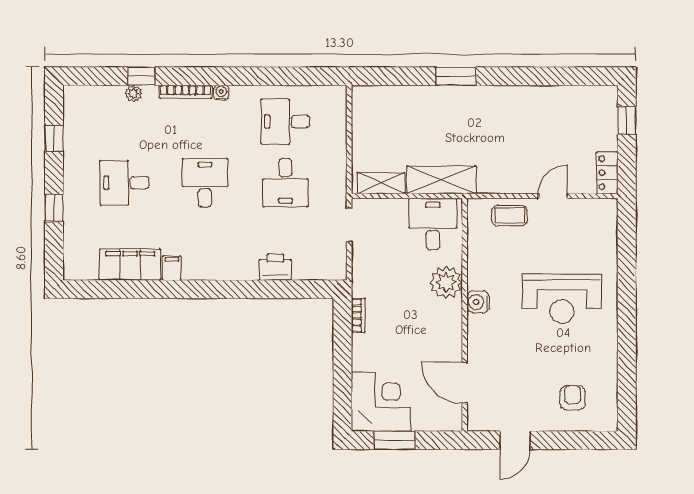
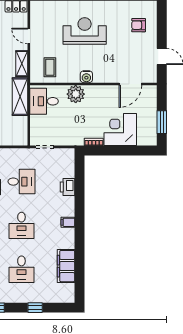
desk: (205, 183) -> (21, 225), turned -90
shelving: (381, 183) -> (22, 64), moved
coffee table: (510, 215) -> (50, 67), moved
filing cabinet: (172, 268) -> (68, 222), moved
reception desk: (562, 299) -> (85, 31), turned -90
corner desk: (381, 402) -> (120, 129), moved

